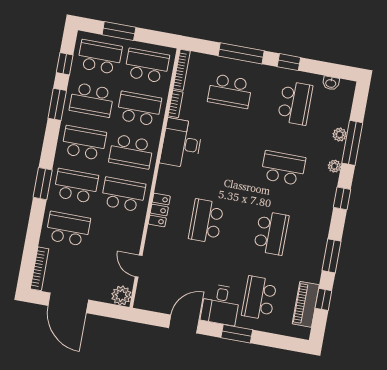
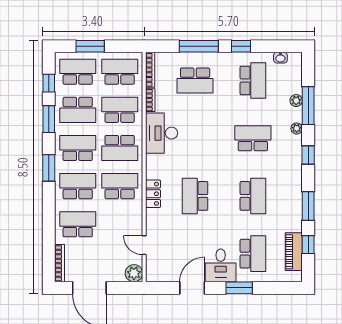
window: (43, 184) -> (49, 168), moved
school desk: (259, 298) -> (253, 254), turned 180

